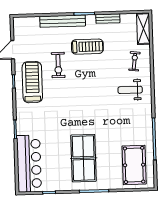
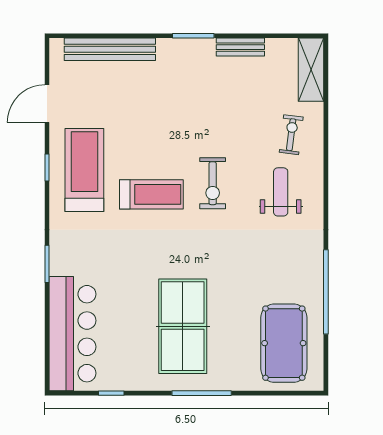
bench: (63, 21) -> (110, 49), moved
treadmill: (87, 47) -> (151, 194), moved
exercise bike: (58, 65) -> (213, 183), moved
weight bench: (130, 90) -> (281, 192), turned 90

